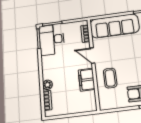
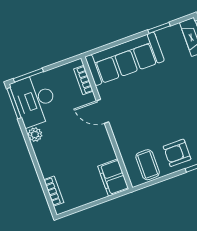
coffee table: (110, 78) -> (148, 165), moved
filing cabinet: (87, 80) -> (113, 178), moved
plant: (47, 85) -> (35, 135), moved

